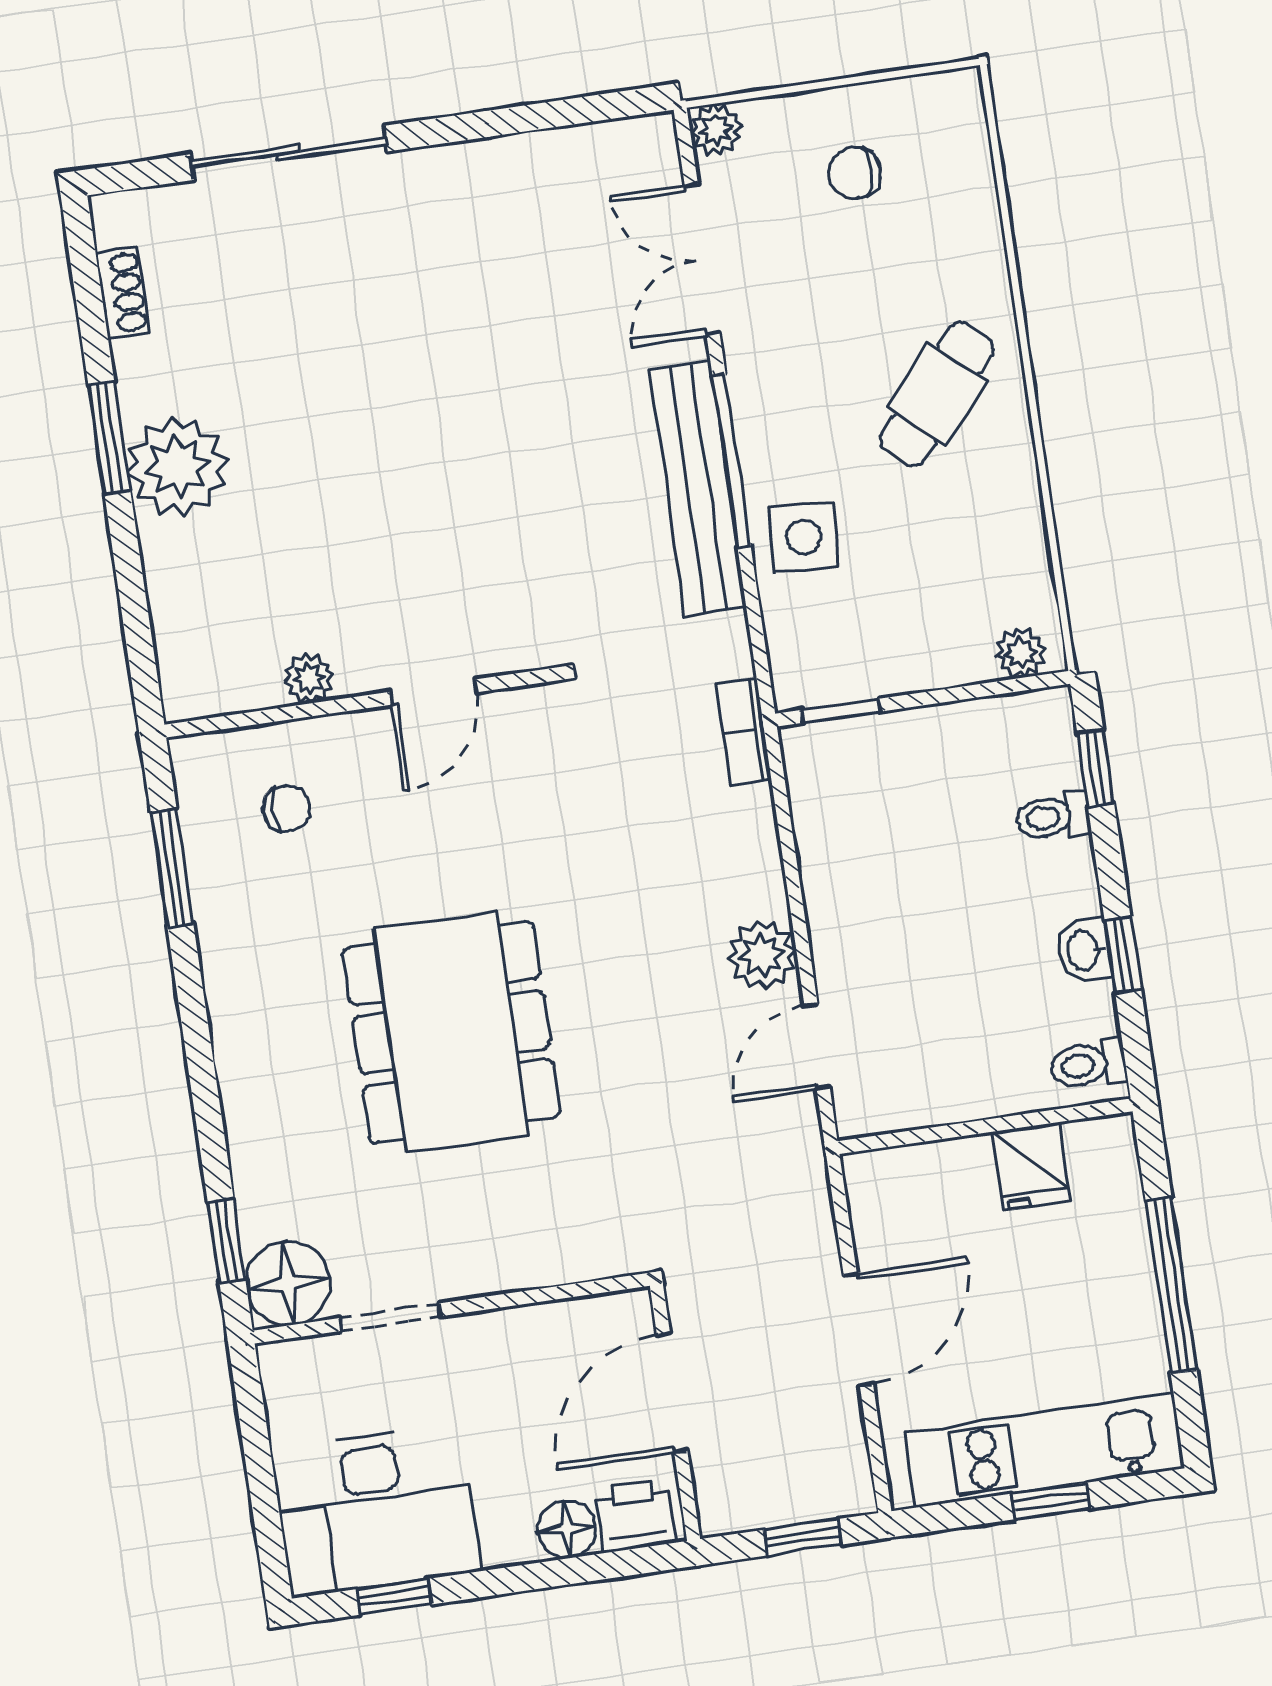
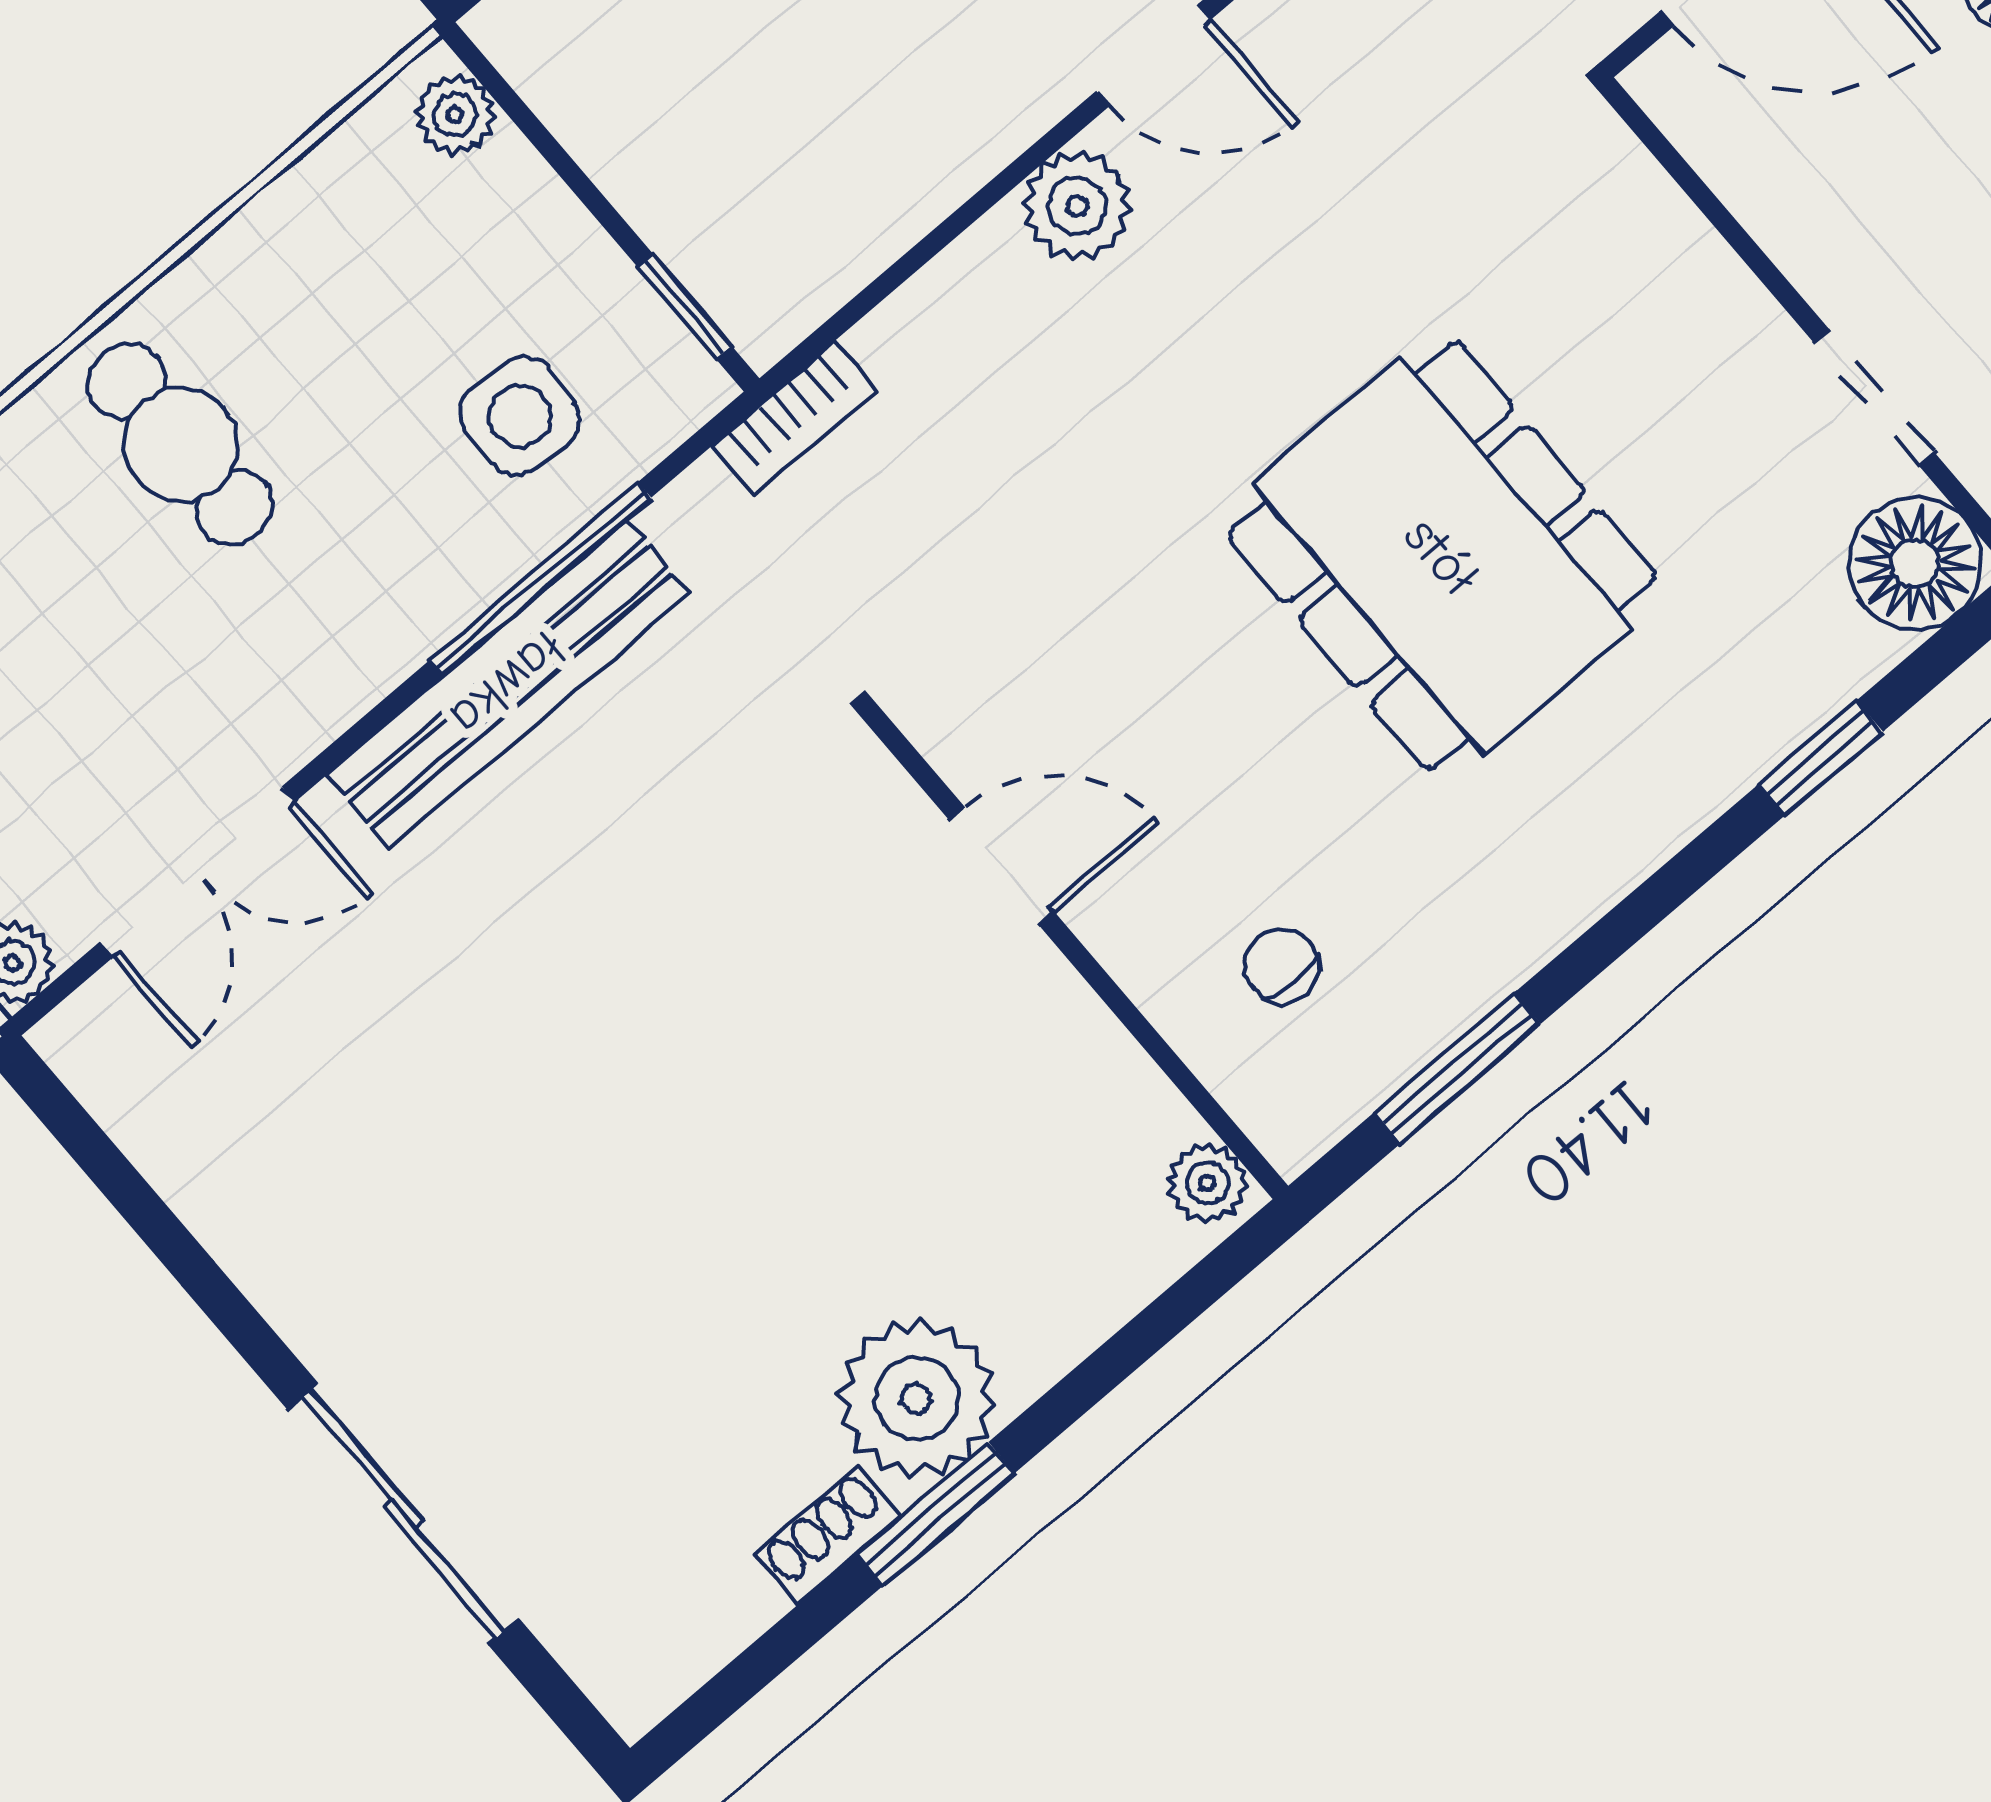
shoe rack: (122, 293) -> (828, 1535), moved
cafe table: (937, 394) -> (180, 444), turned 49
window: (731, 460) -> (540, 579), moved
side table: (804, 537) -> (520, 416), moved
plant: (309, 678) -> (1207, 1183), moved
dining table: (452, 1032) -> (1442, 556), turned 90
window: (226, 1240) -> (1821, 758), moved

